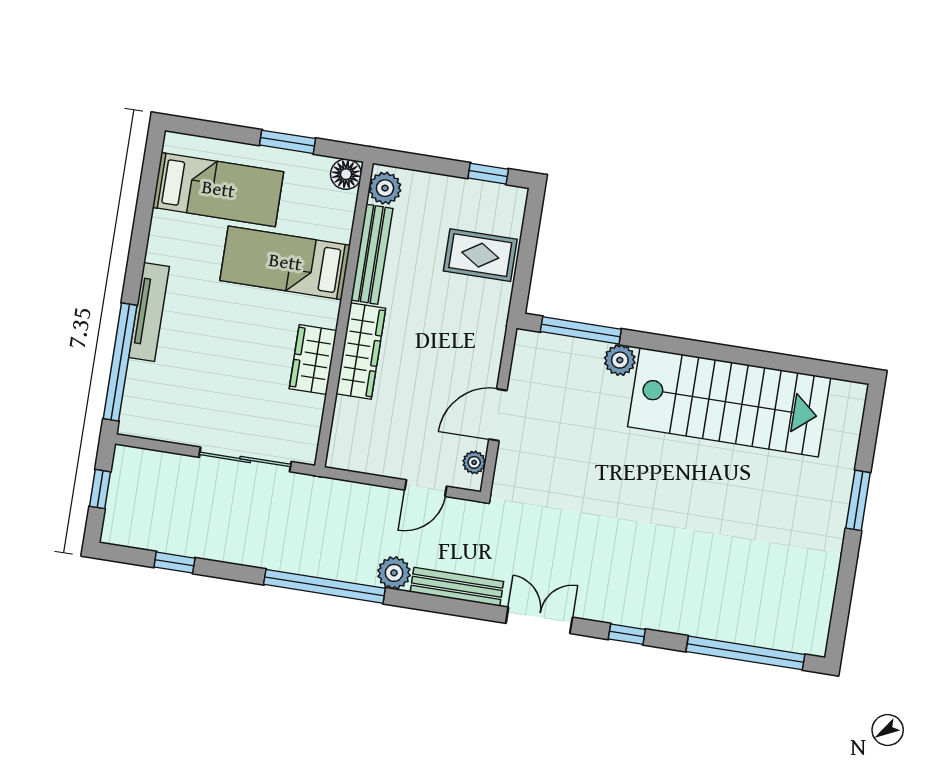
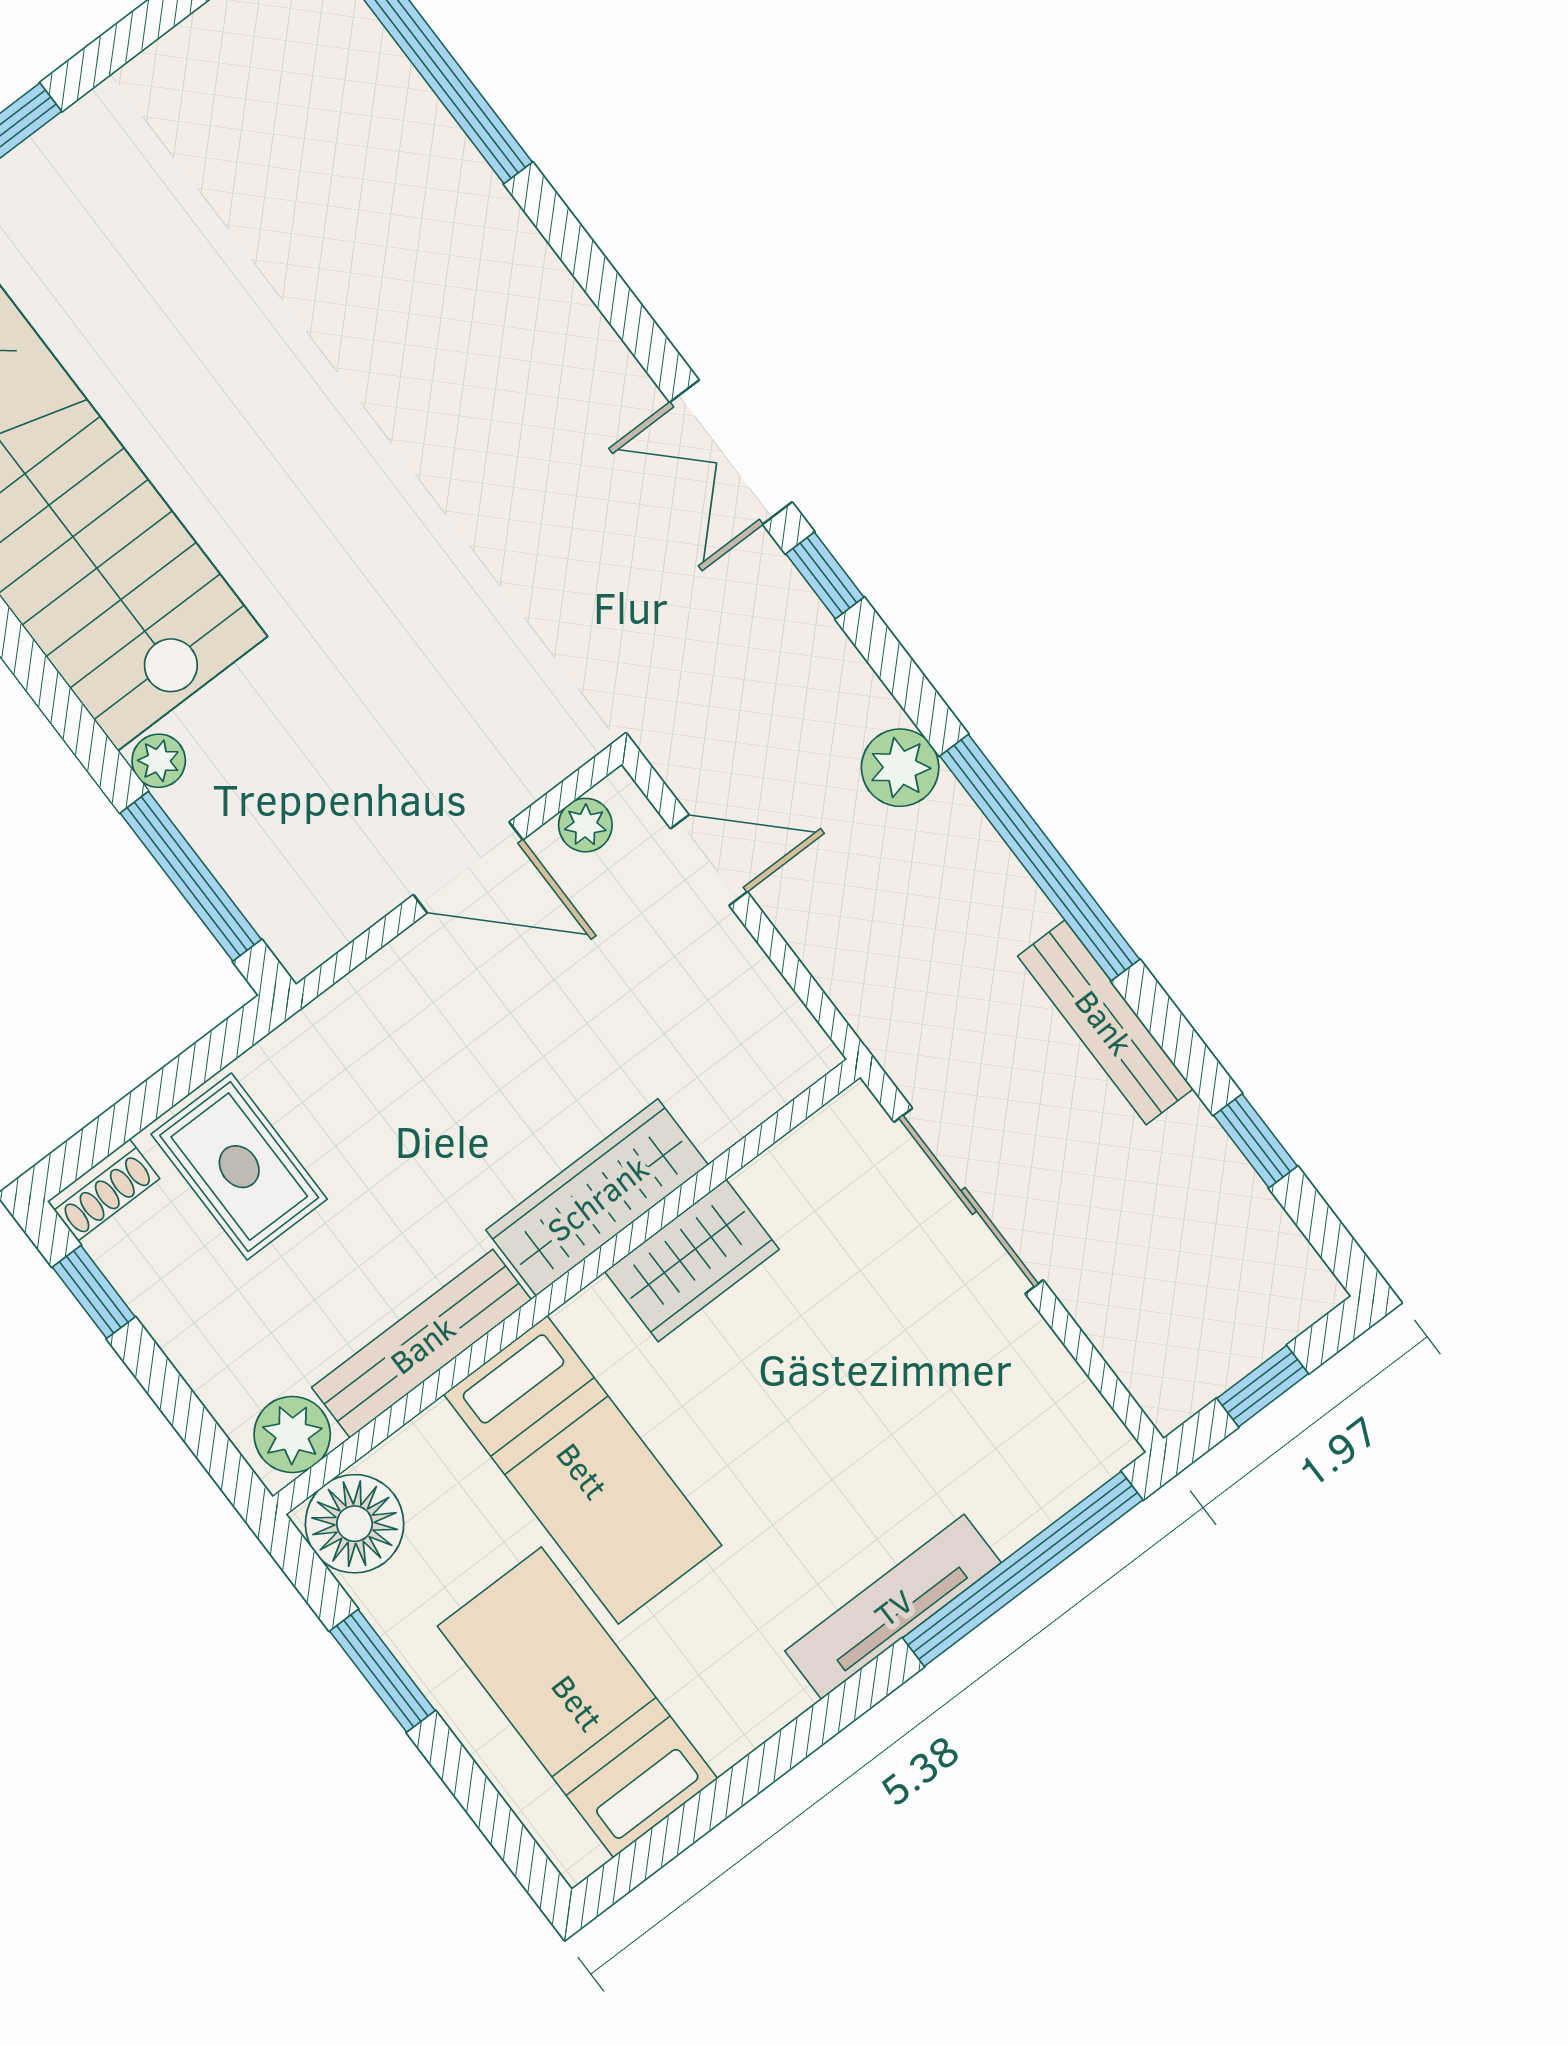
floor lamp: (346, 174) -> (355, 1524), width x1.38, depth x1.38
shoe rack: (515, 208) -> (104, 1190), added
plant: (620, 360) -> (159, 761), width x0.73, depth x0.73
bench: (457, 587) -> (1105, 1022), moved
window: (627, 634) -> (825, 575), moved

